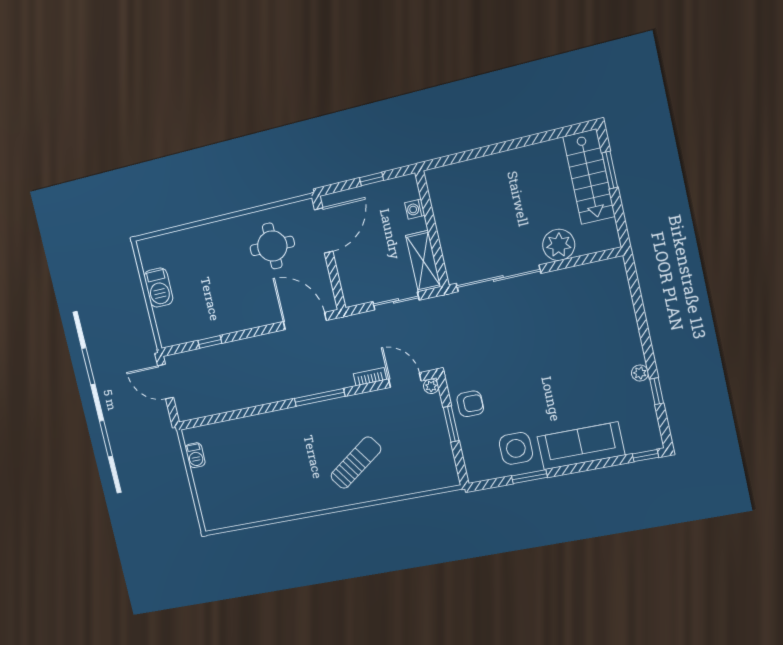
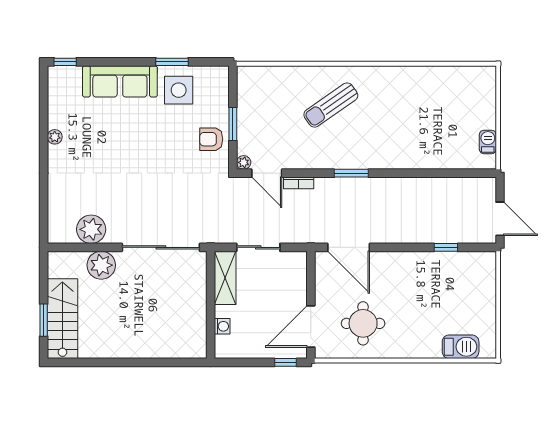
window: (372, 179) -> (286, 362), moved
plant: (578, 281) -> (91, 229), added
barbecue: (158, 288) -> (461, 347), moved, turned 90
window: (657, 391) -> (44, 118), removed
window: (320, 397) -> (351, 173), width x0.69

